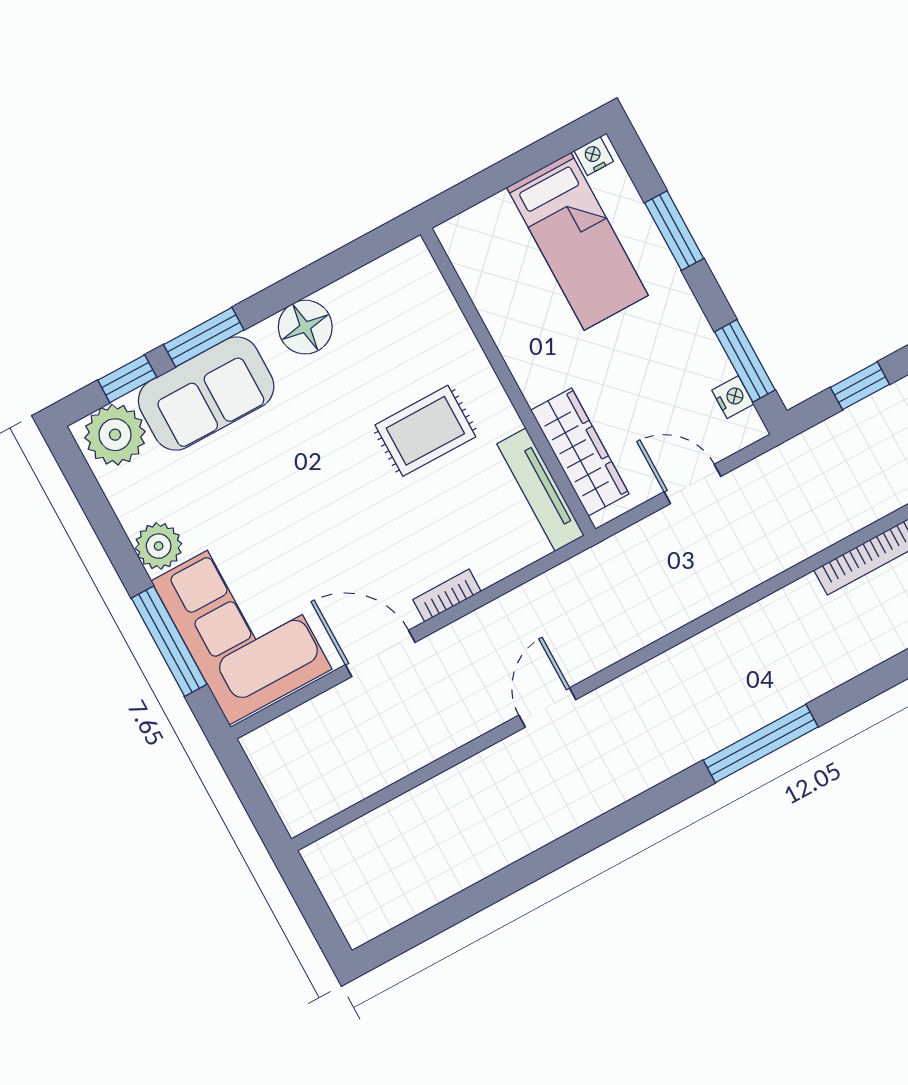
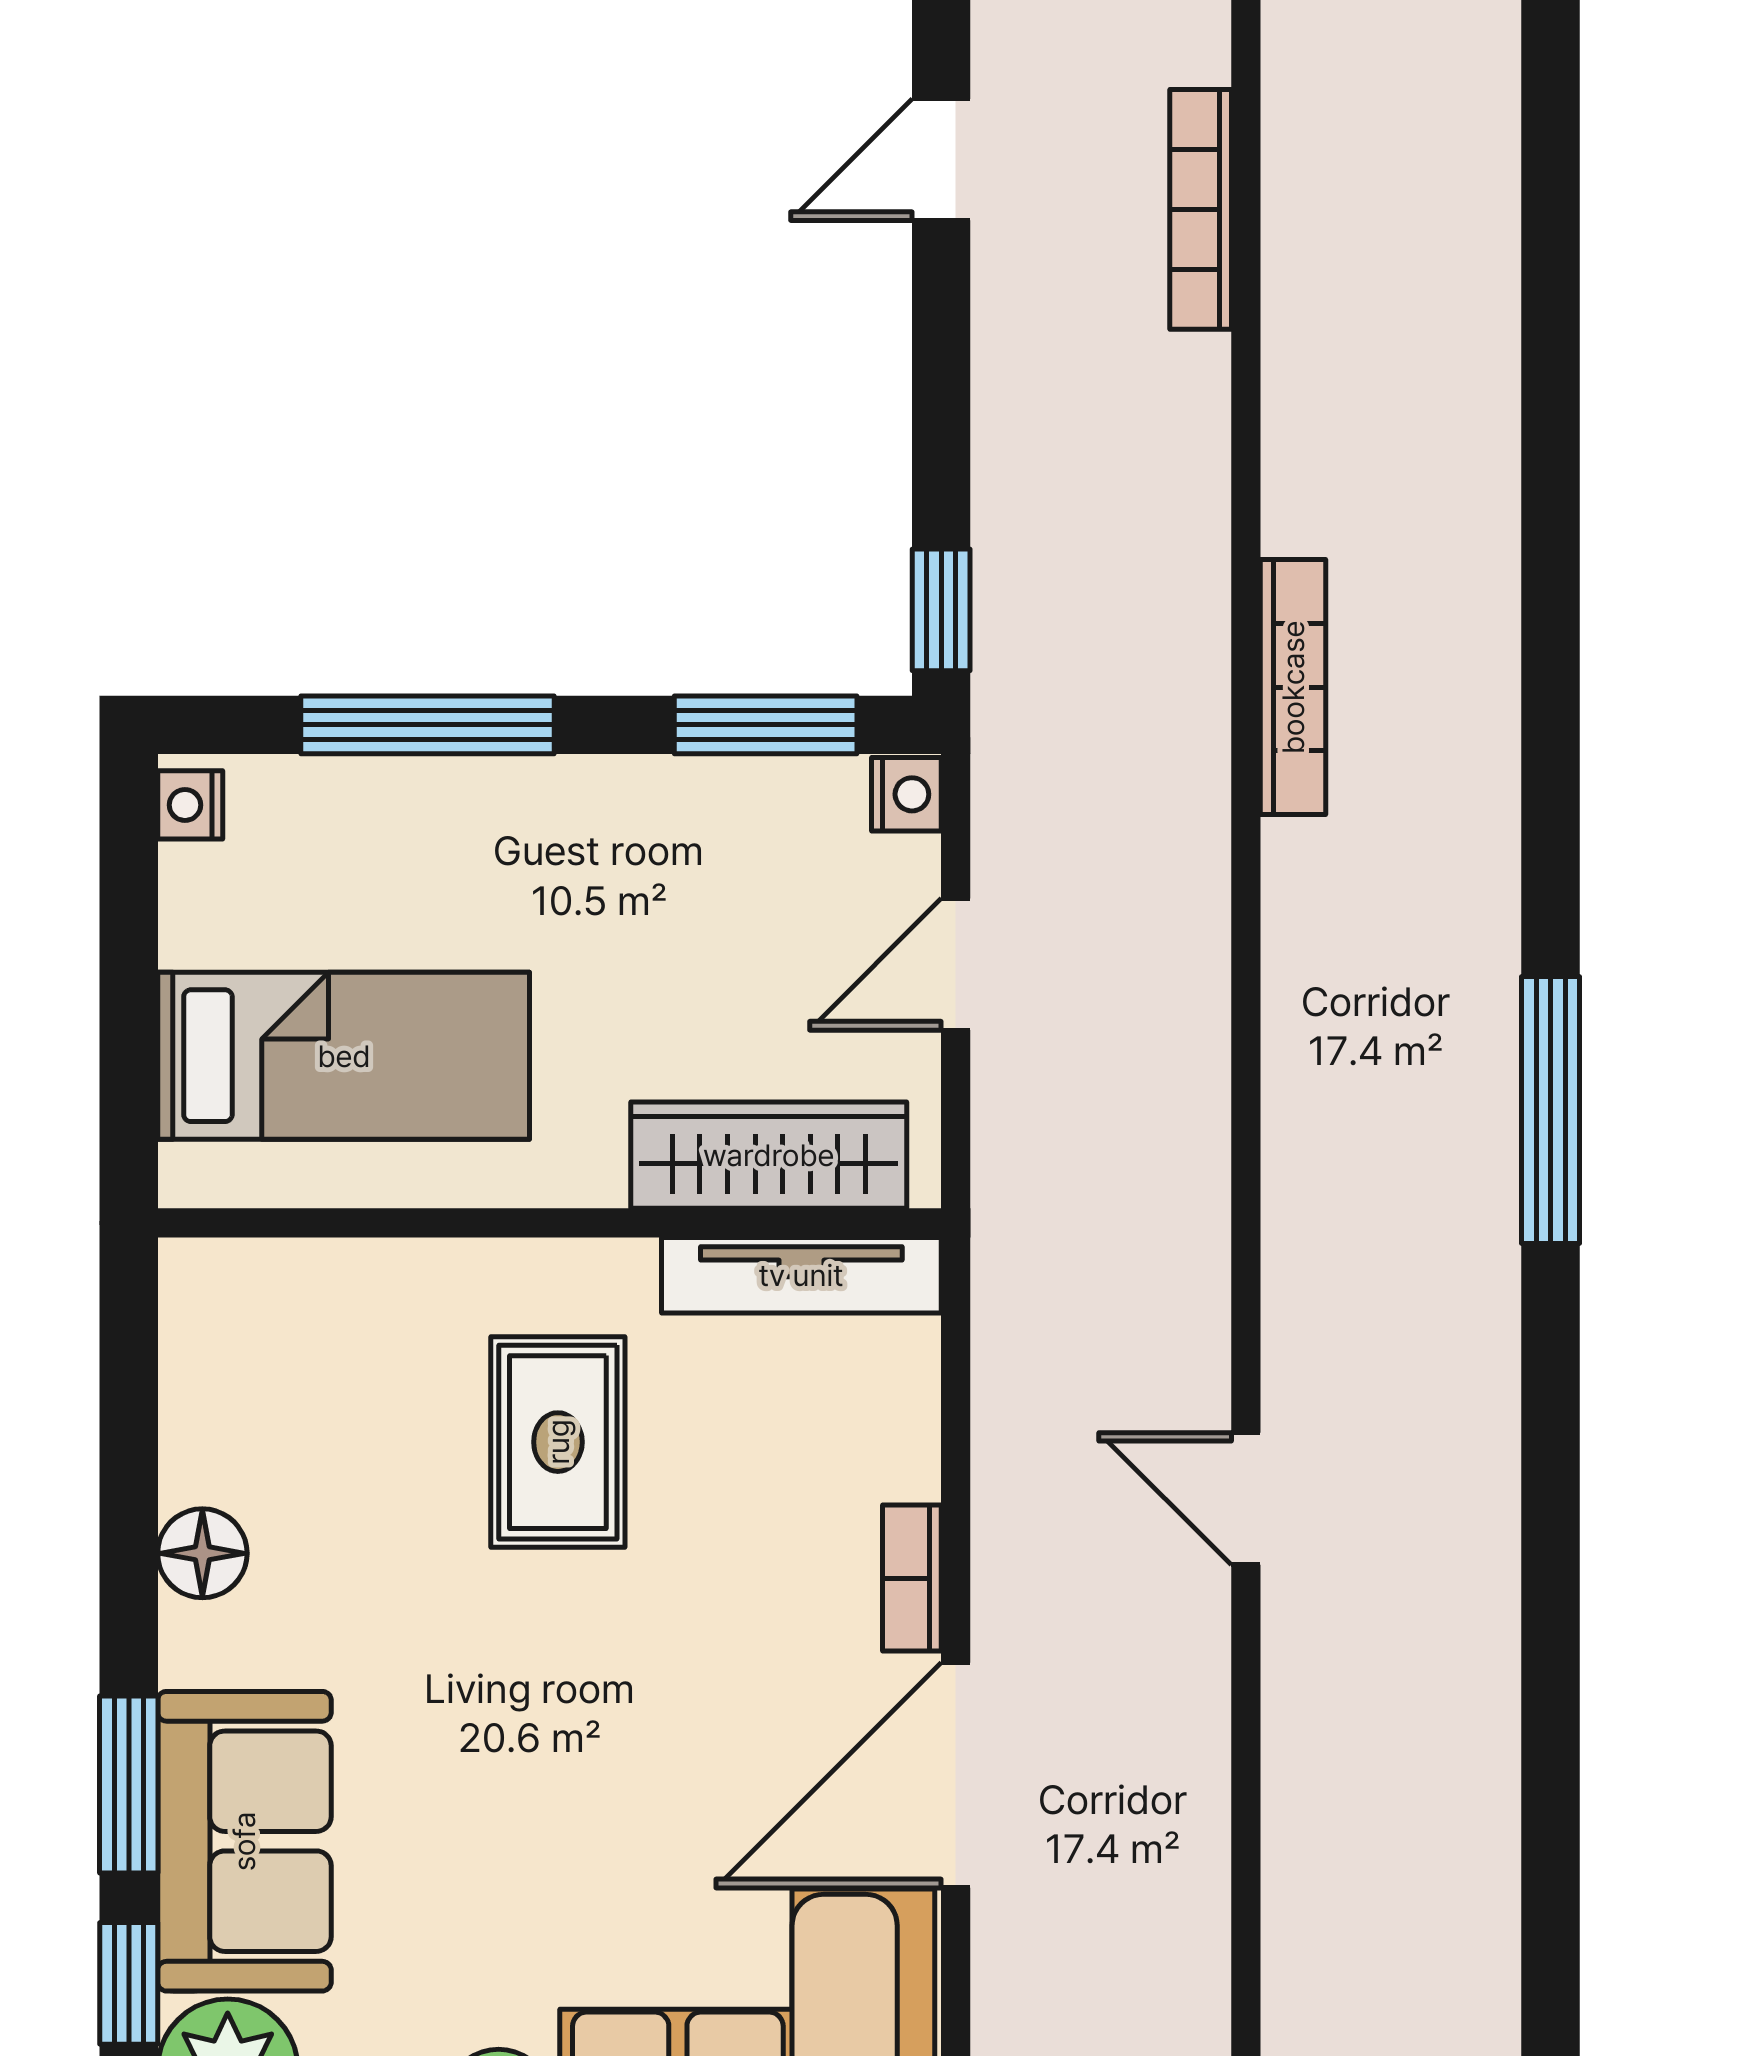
window: (674, 231) -> (428, 725), width x1.44
bed: (577, 241) -> (344, 1056), moved
floor lamp: (305, 327) -> (202, 1553), width x0.73, depth x0.73
window: (860, 386) -> (941, 610), moved
nightstand: (733, 397) -> (906, 794), moved, turned 90
door: (380, 654) -> (956, 1775), width x1.36

